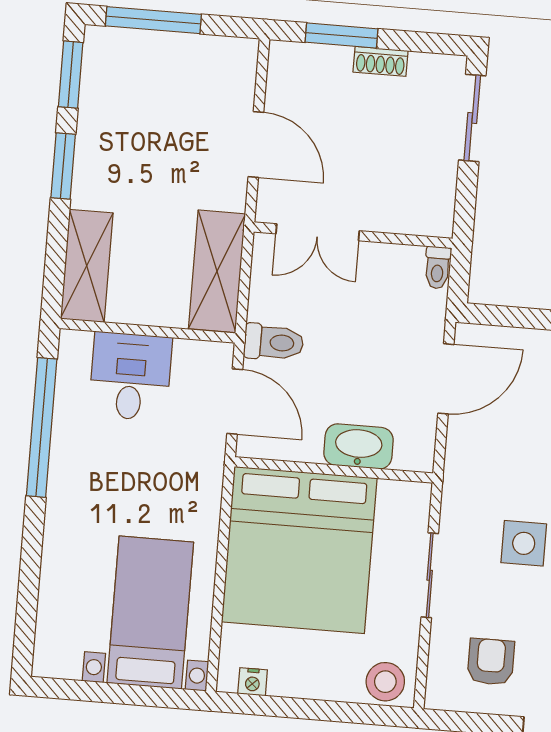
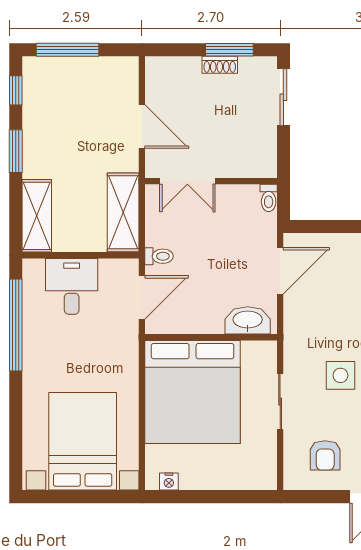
window: (342, 36) -> (229, 50), moved
window: (71, 75) -> (16, 90), width x0.67
toilet: (274, 342) -> (159, 256), width x0.73, depth x0.72
door: (235, 402) -> (142, 297), hinge flipped
washbasin: (358, 446) -> (248, 320), moved
bed with nightstands: (150, 613) -> (83, 441), width x1.36
armchair: (491, 662) -> (325, 455), turned 180
stool: (385, 682) -> (257, 474), removed

